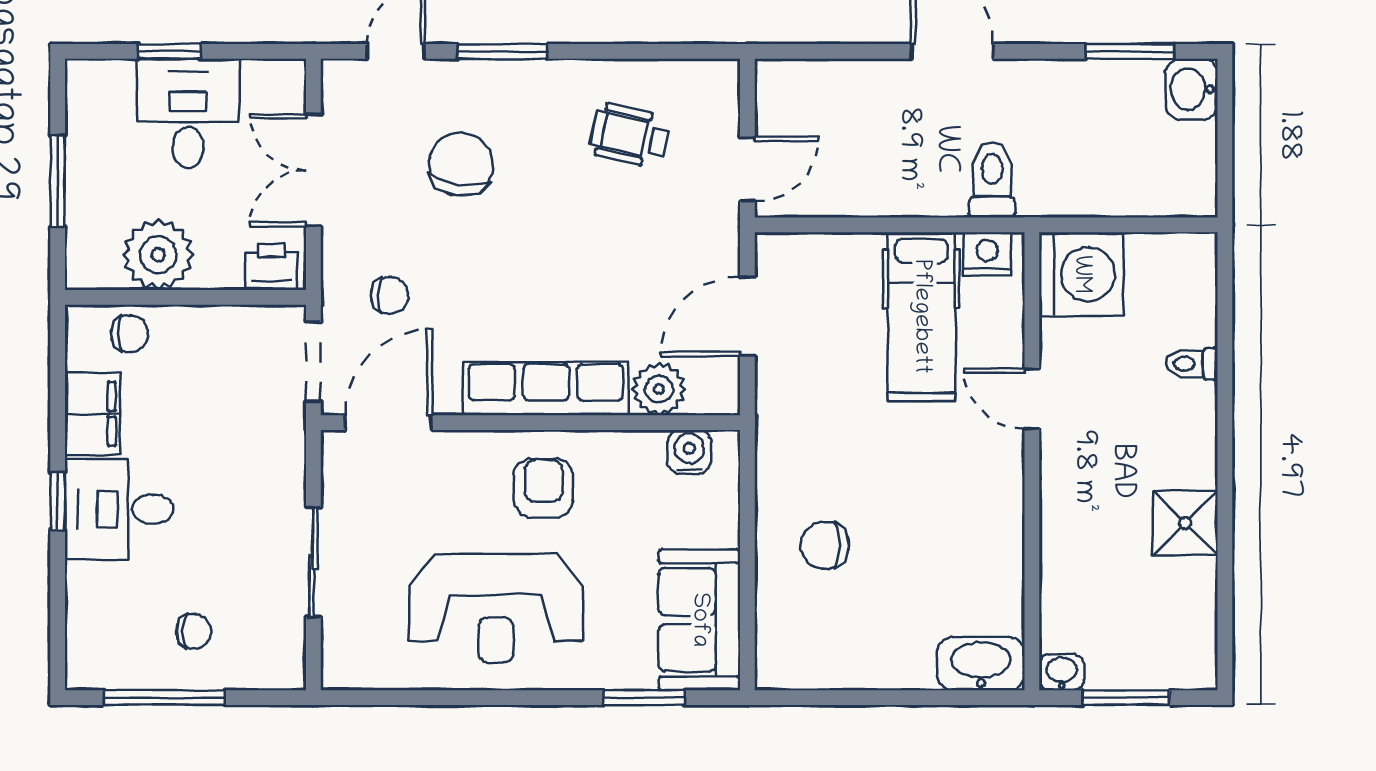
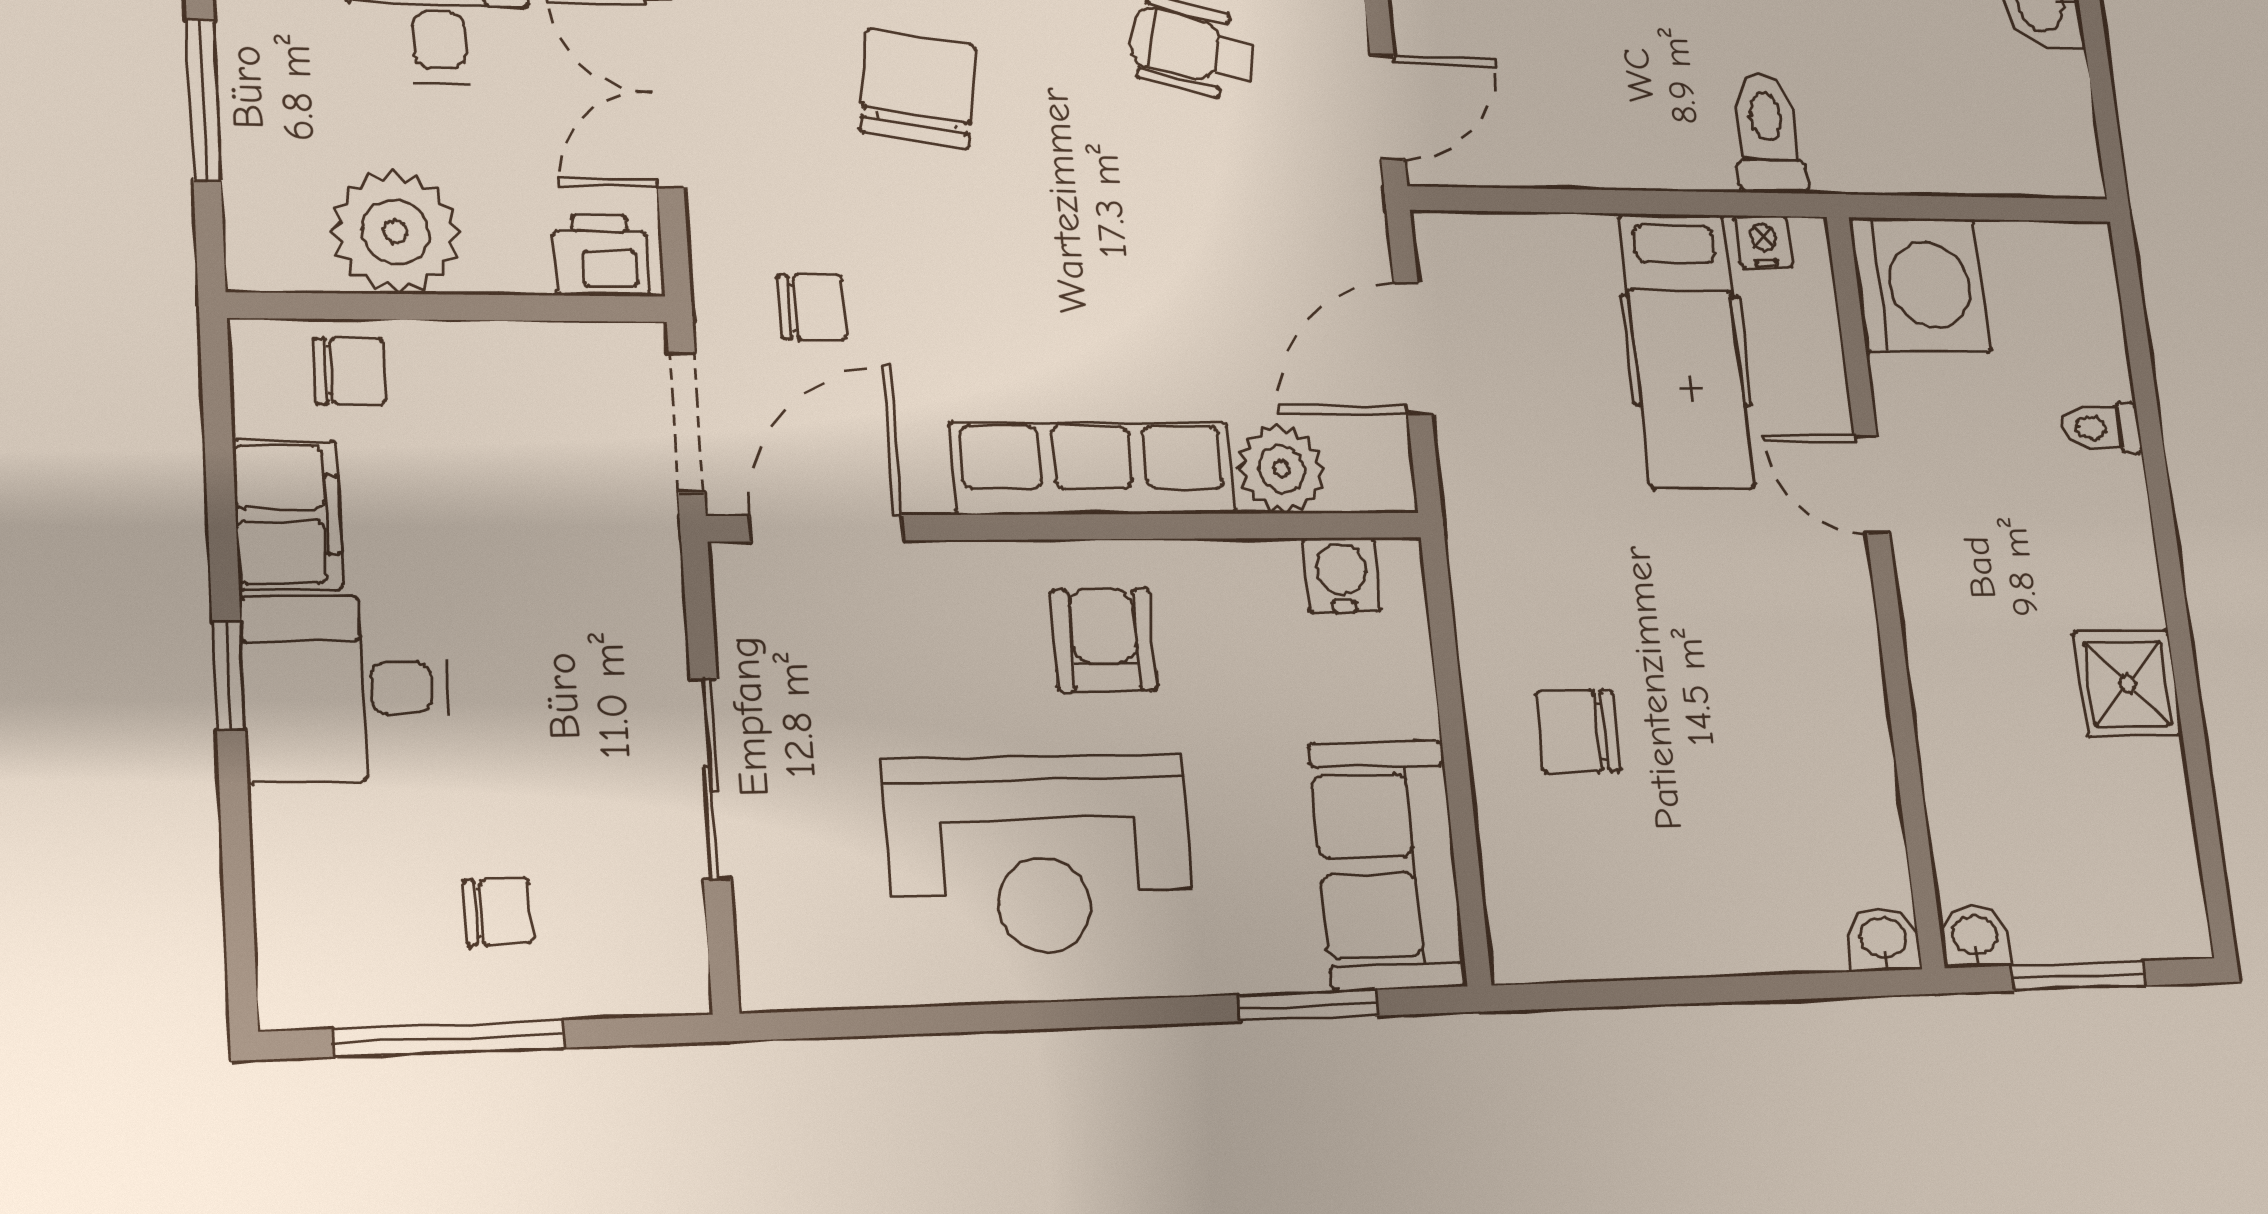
nightstand: (987, 254) -> (1764, 241), width x0.72, depth x0.74
washbasin: (981, 664) -> (1883, 939), width x0.52, depth x0.69

